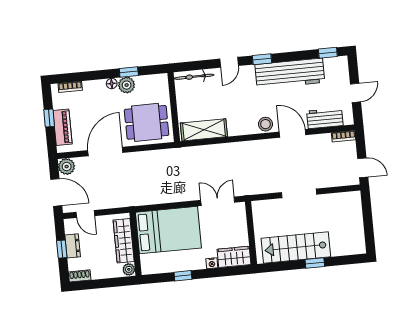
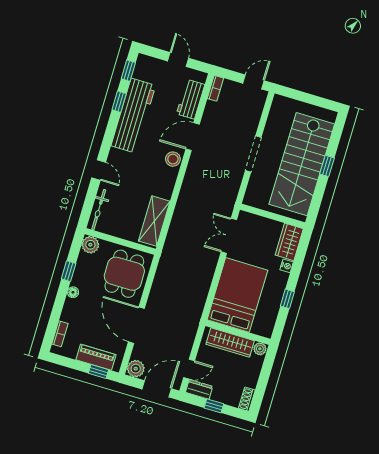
window: (262, 59) -> (119, 102), moved
plant: (127, 85) -> (90, 245), moved
window: (49, 118) -> (98, 371), moved
dresser: (73, 246) -> (199, 389), moved
stairs: (296, 248) -> (302, 164), width x1.36, depth x1.51

